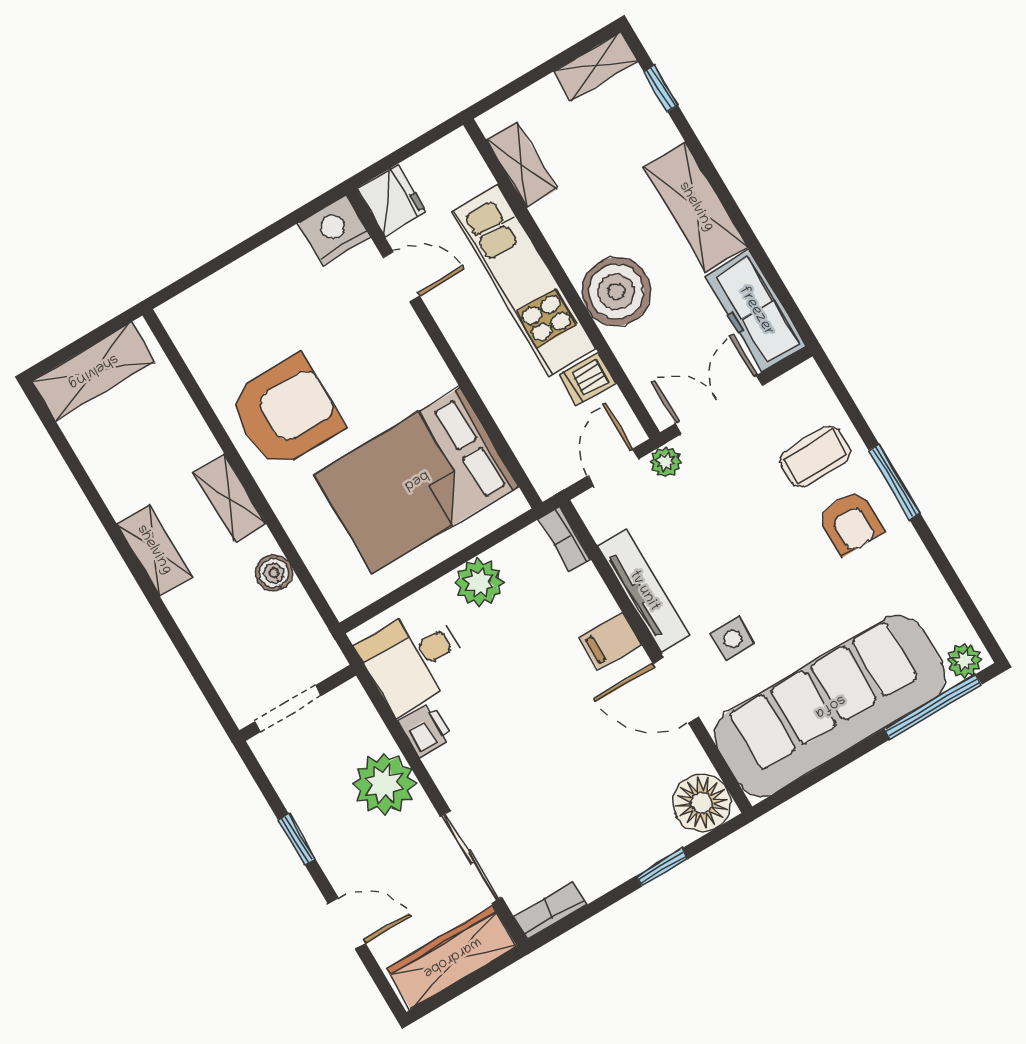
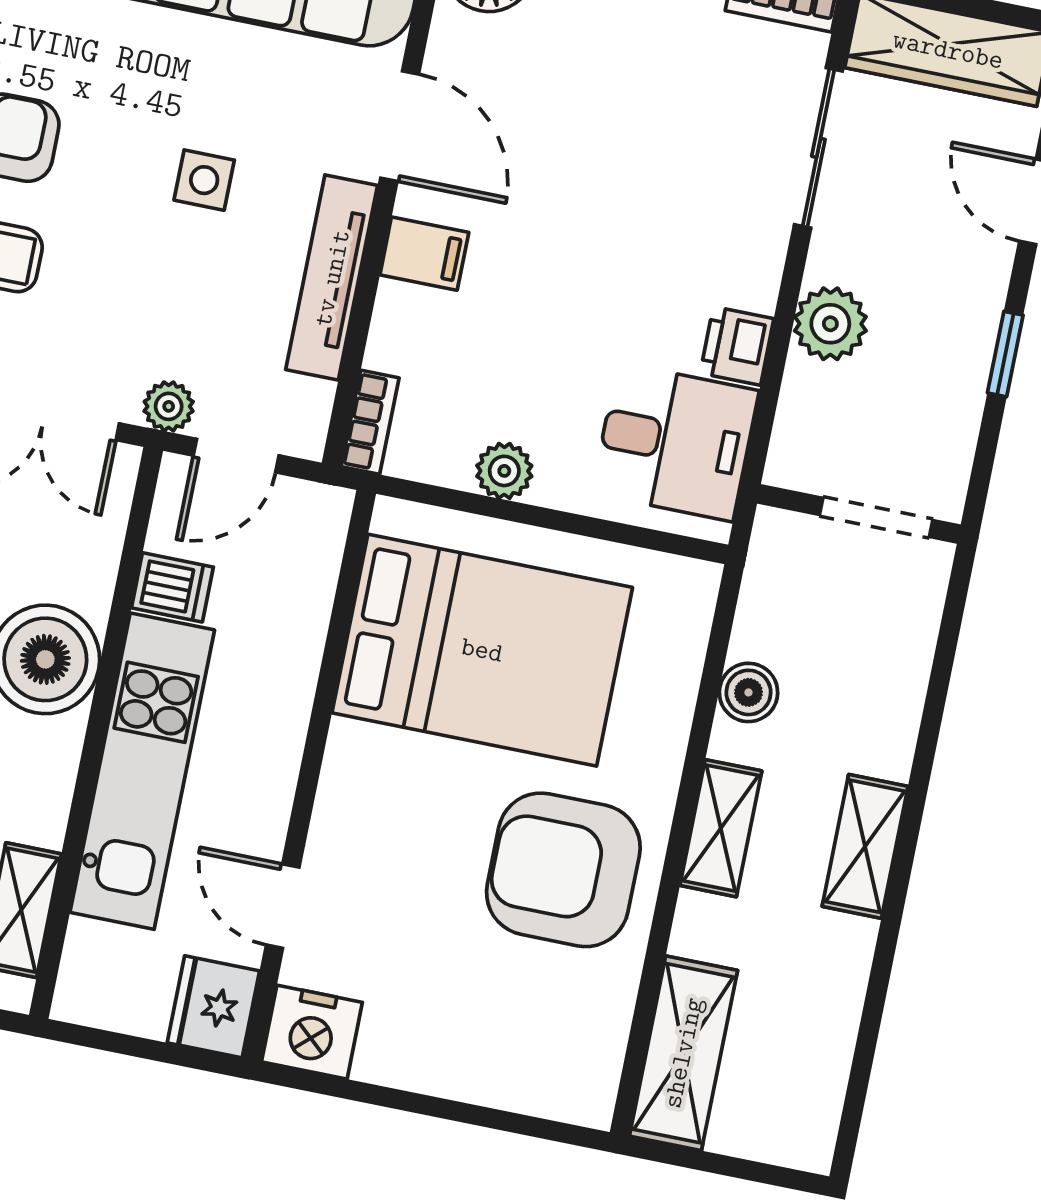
shelving: (93, 371) -> (683, 1053), moved, turned 90
plant: (479, 582) -> (504, 471), width x0.73, depth x0.73
side table: (733, 639) -> (204, 180), moved
plant: (384, 784) -> (830, 324), width x0.73, depth x0.73

